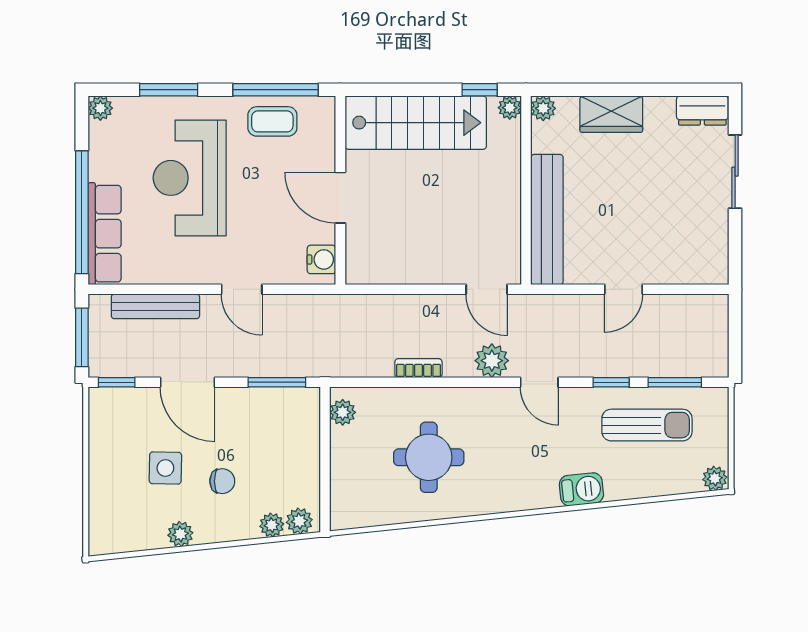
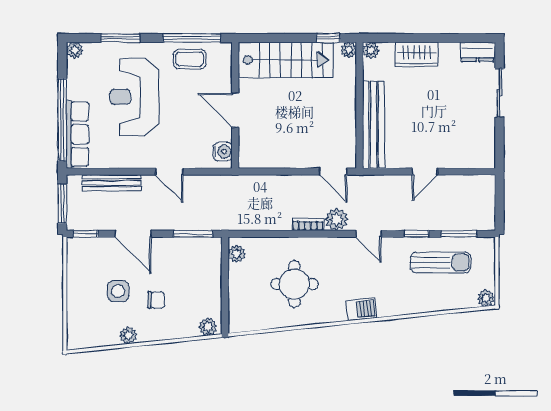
bookcase: (418, 368) -> (308, 224), moved
barbecue: (581, 489) -> (361, 309), moved
plant: (272, 525) -> (189, 329), removed

